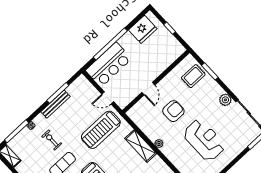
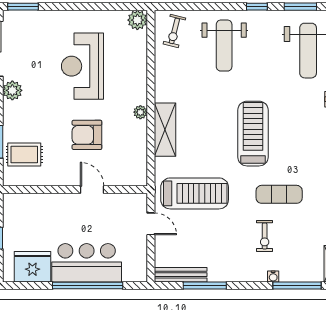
bar counter: (109, 65) -> (87, 263), moved
door: (148, 89) -> (92, 190), hinge flipped
bench: (55, 104) -> (181, 275), moved

